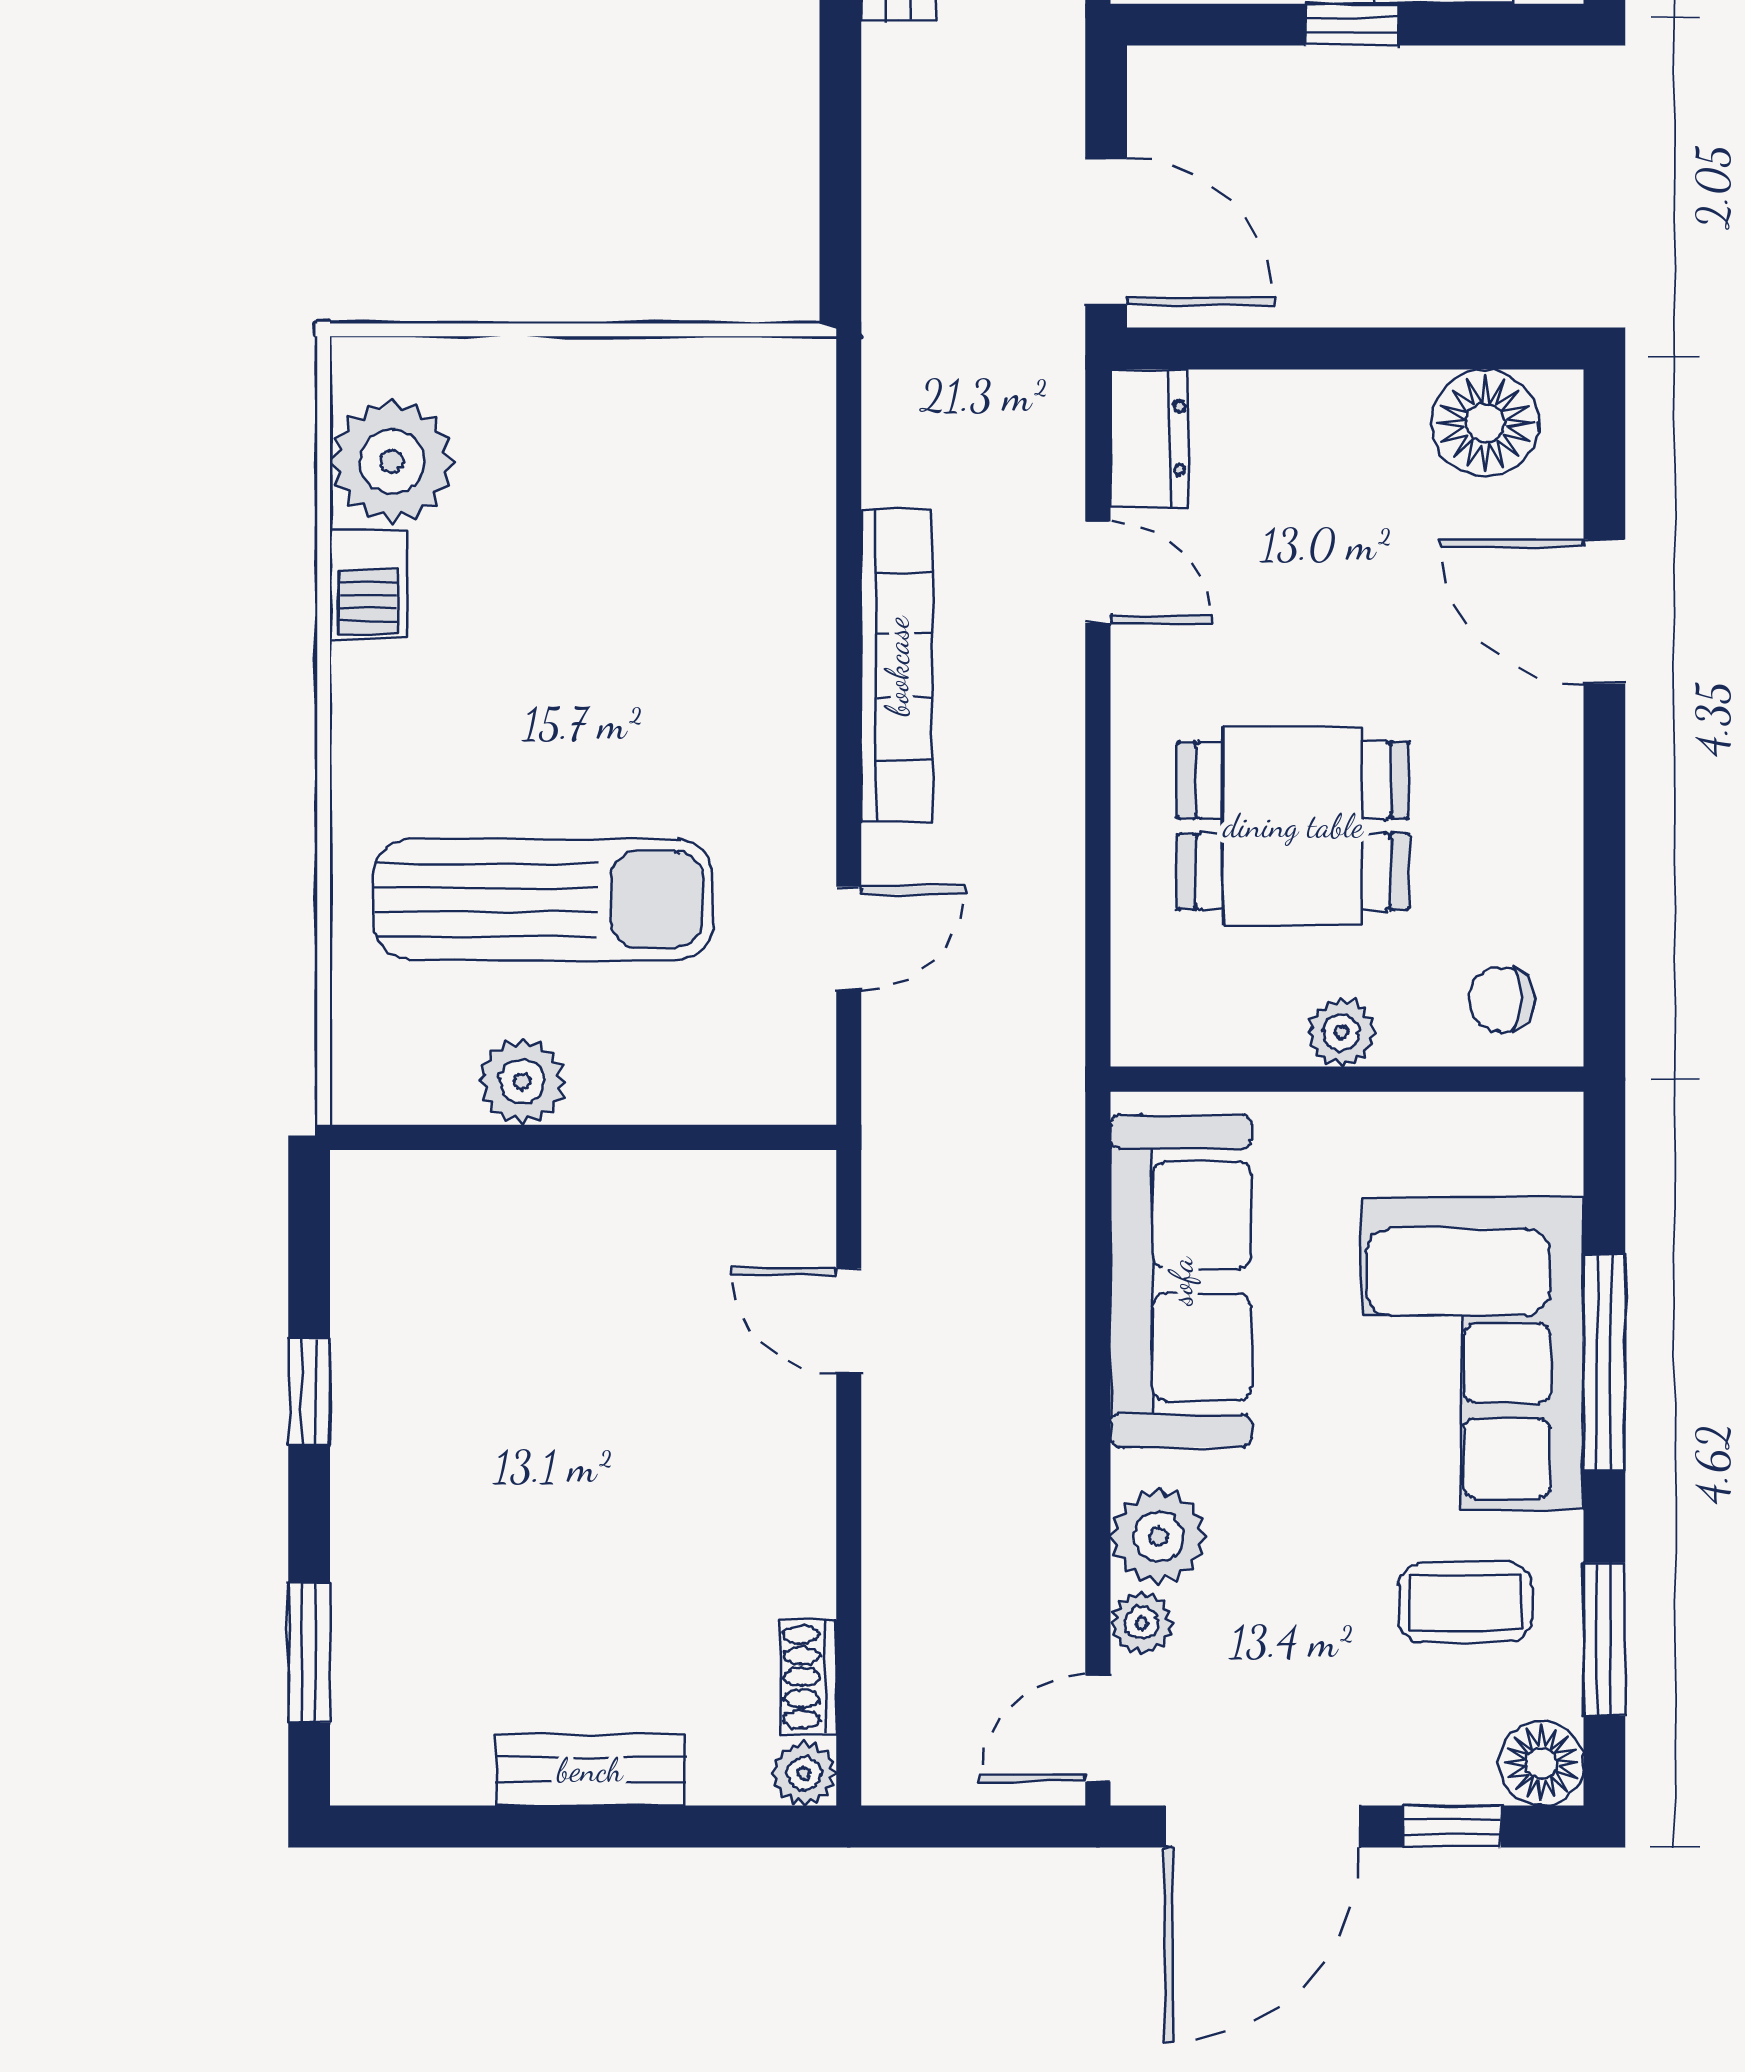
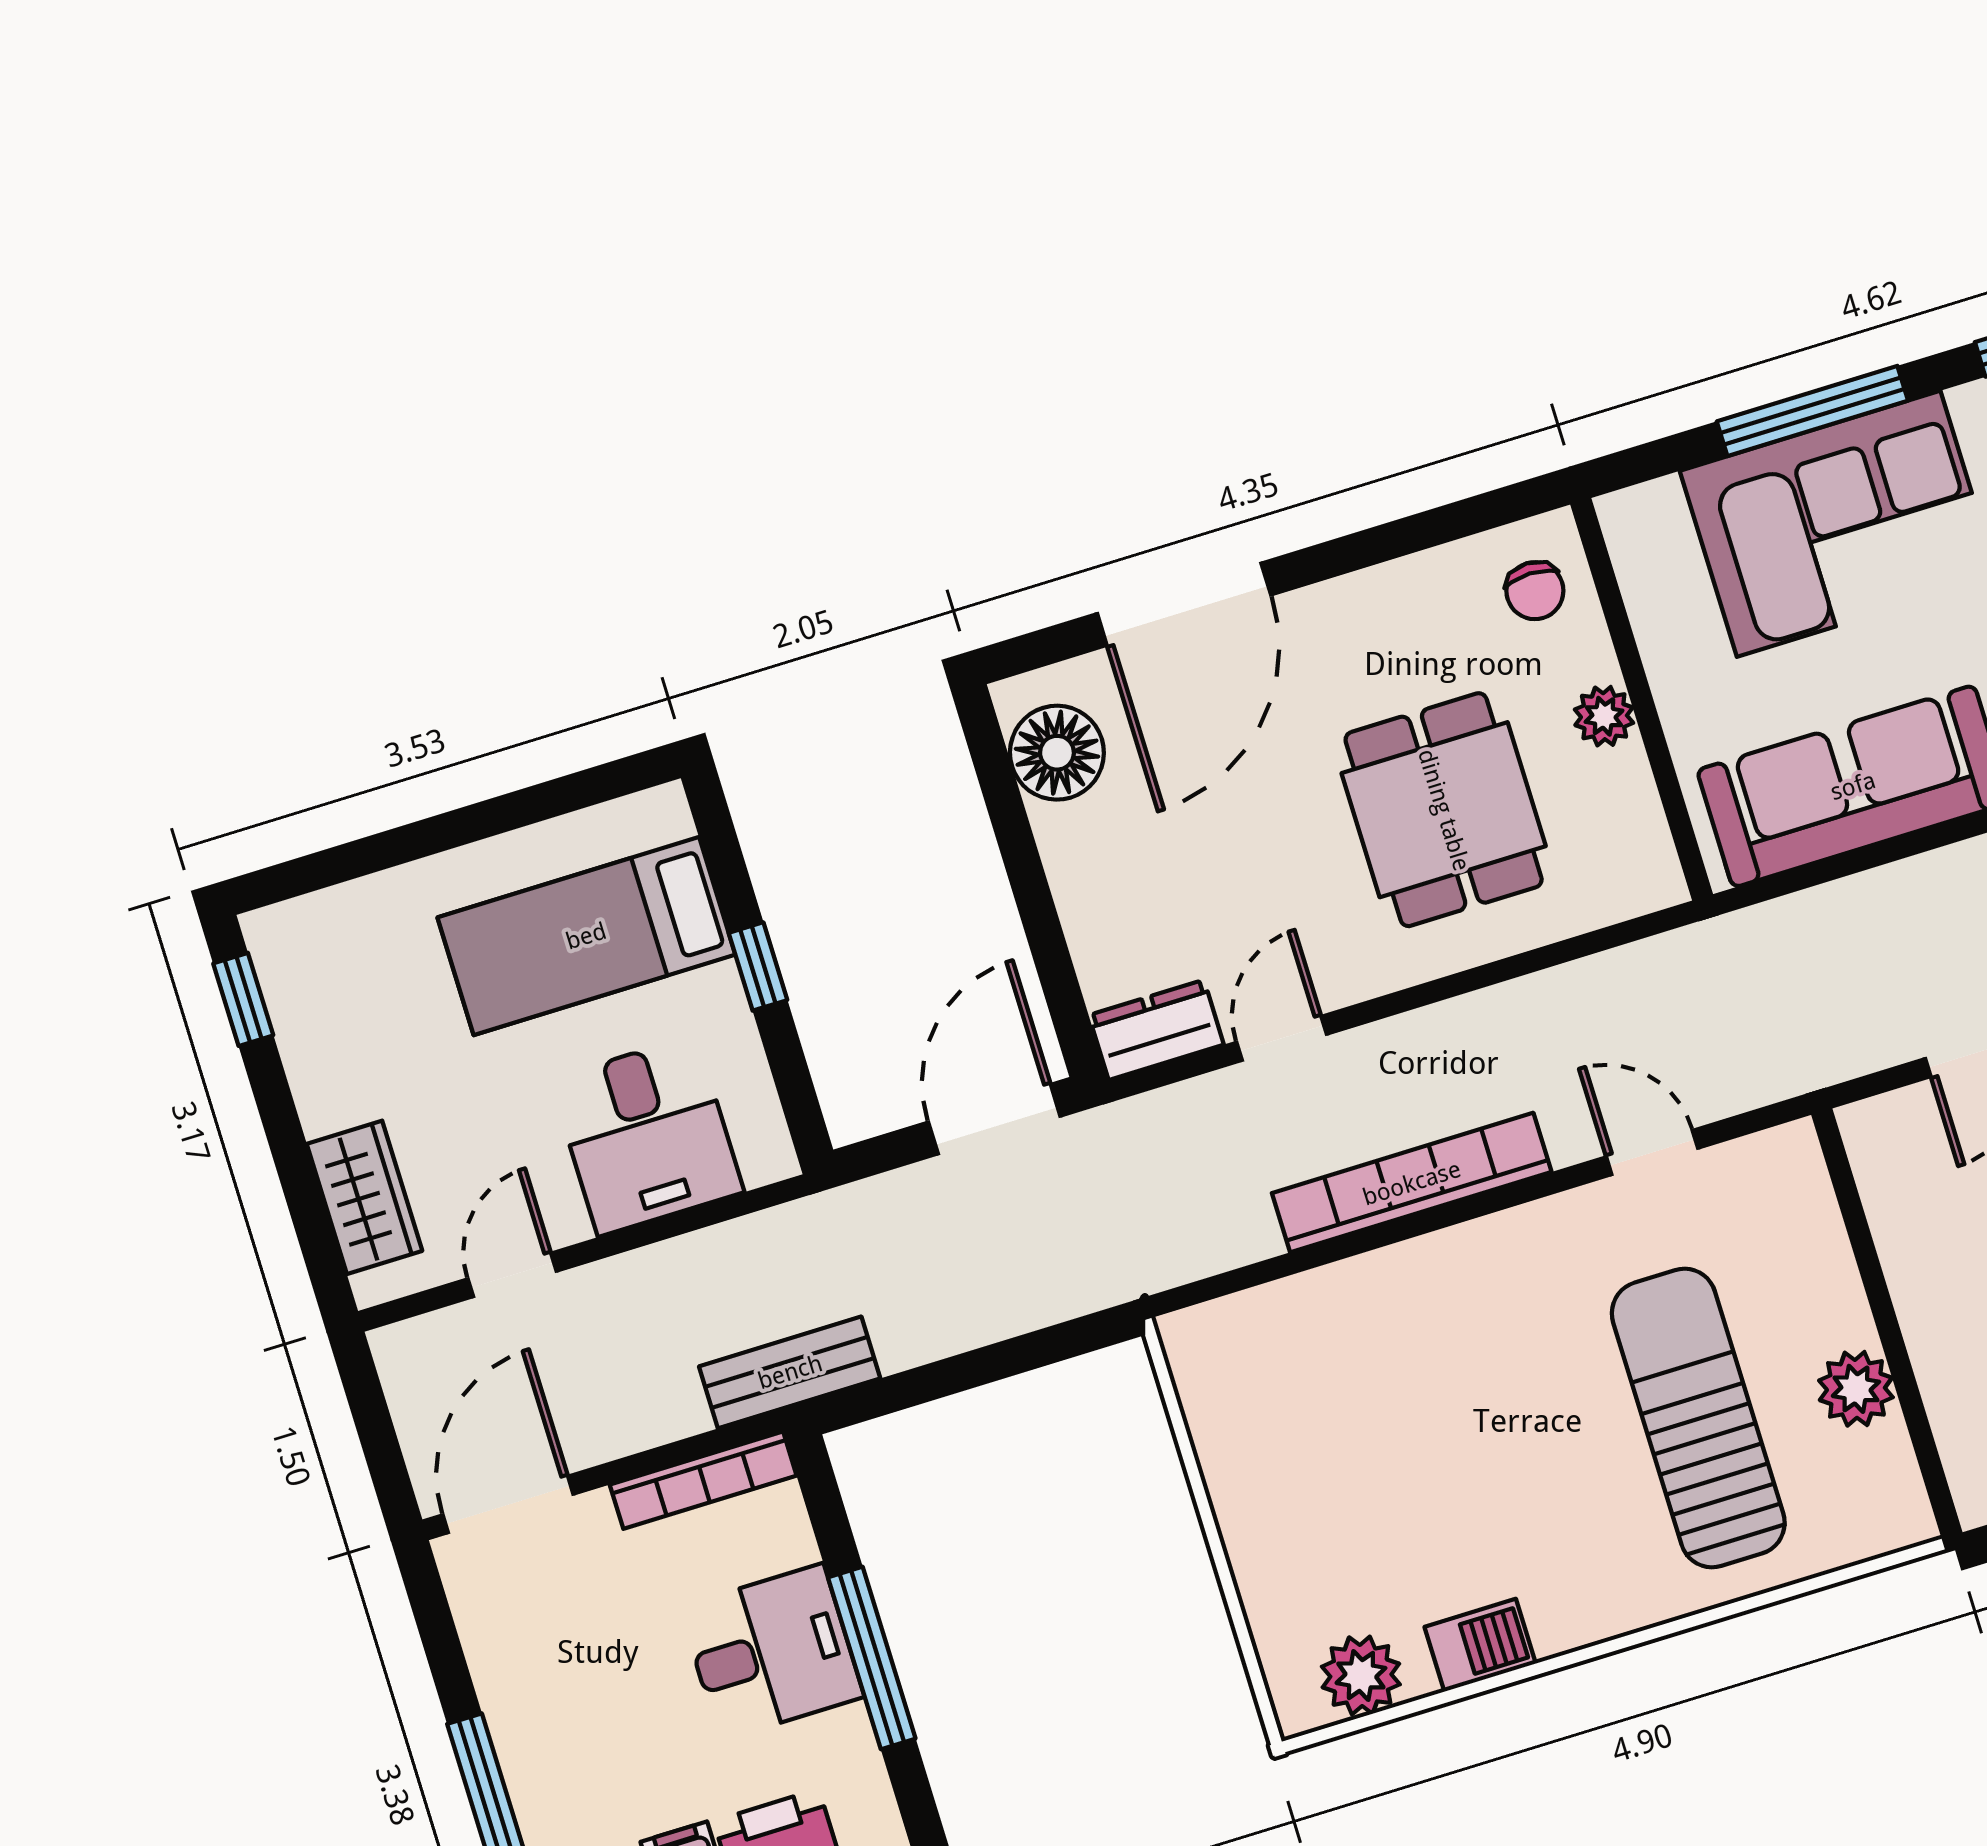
plant: (392, 461) -> (1361, 1675), width x0.73, depth x0.73
door: (1604, 612) -> (1184, 604), width x1.36

